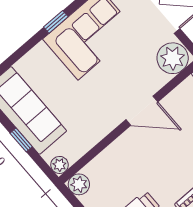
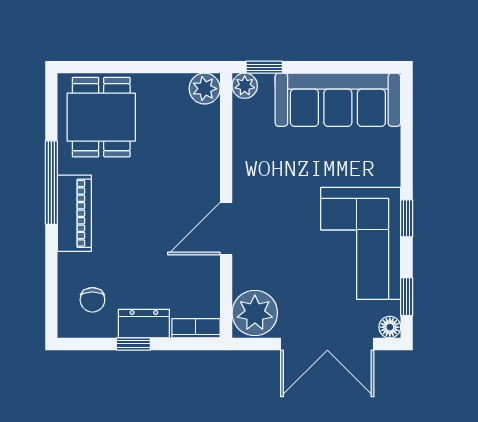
window: (21, 140) -> (264, 67), moved

